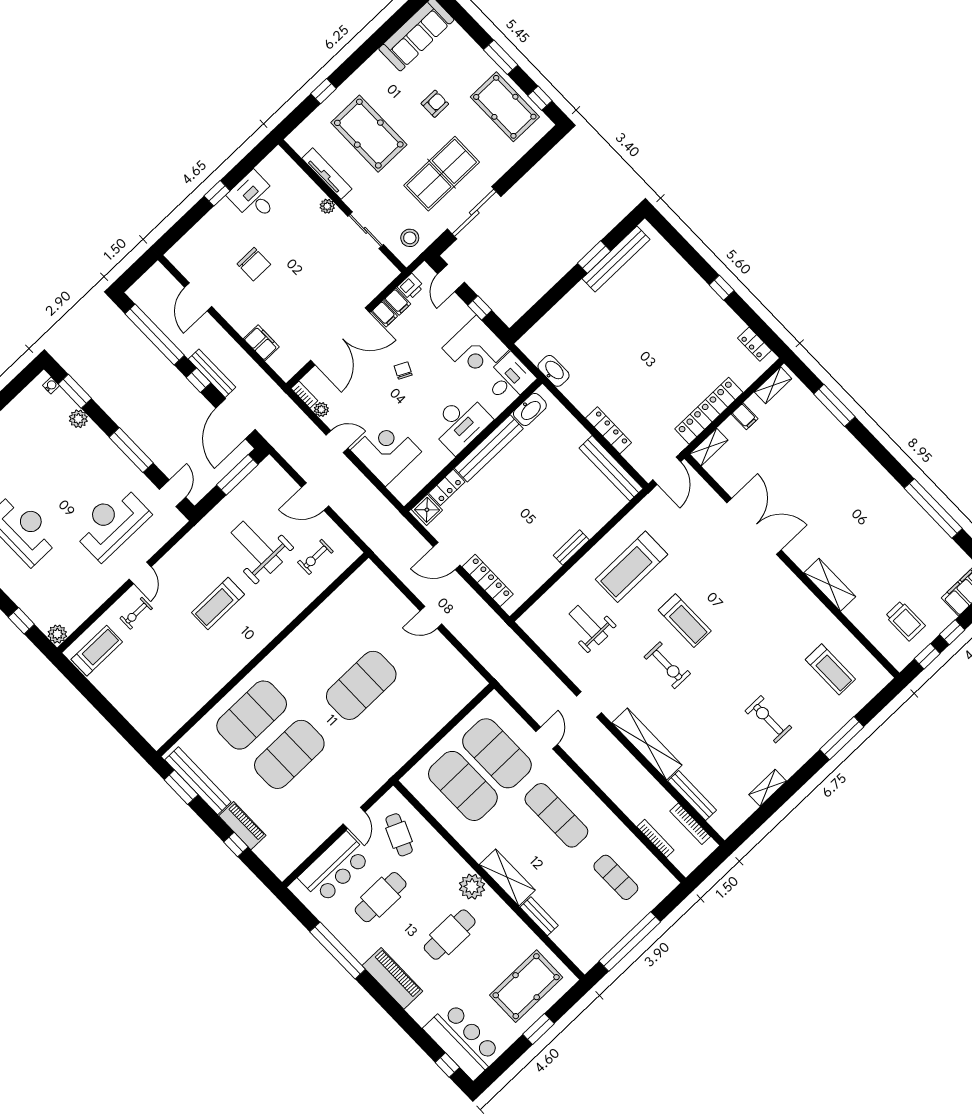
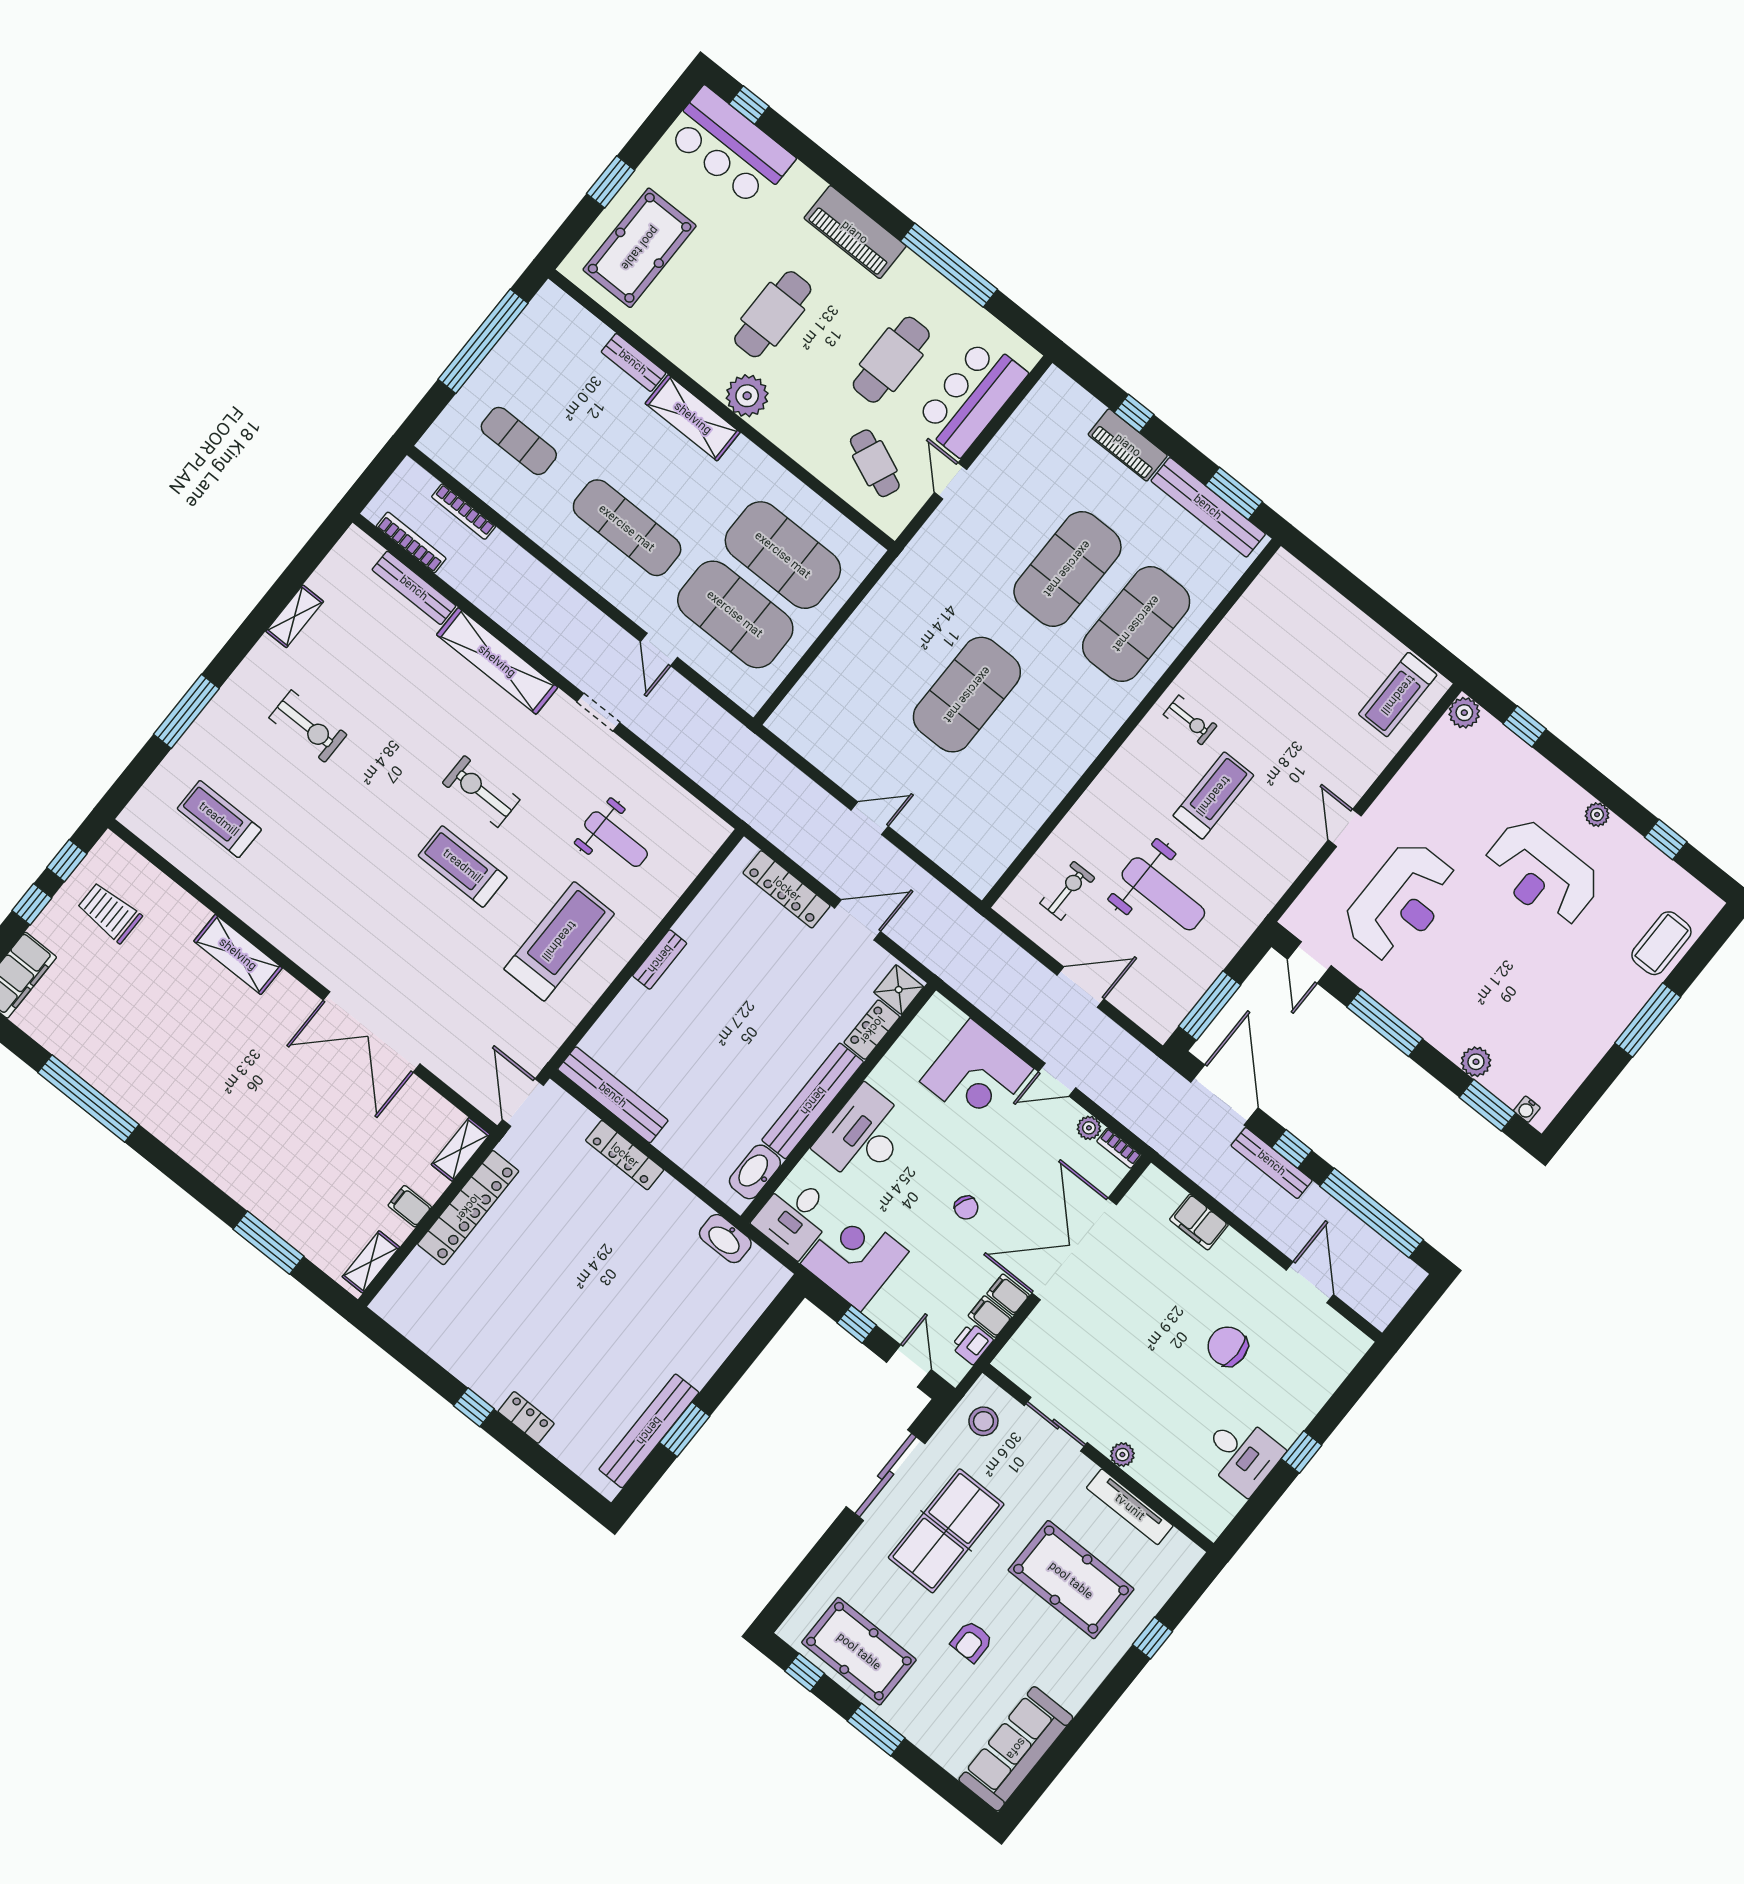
locker: (755, 344) -> (526, 1417), moved
exercise bike: (136, 613) -> (1190, 720), moved, turned 90

